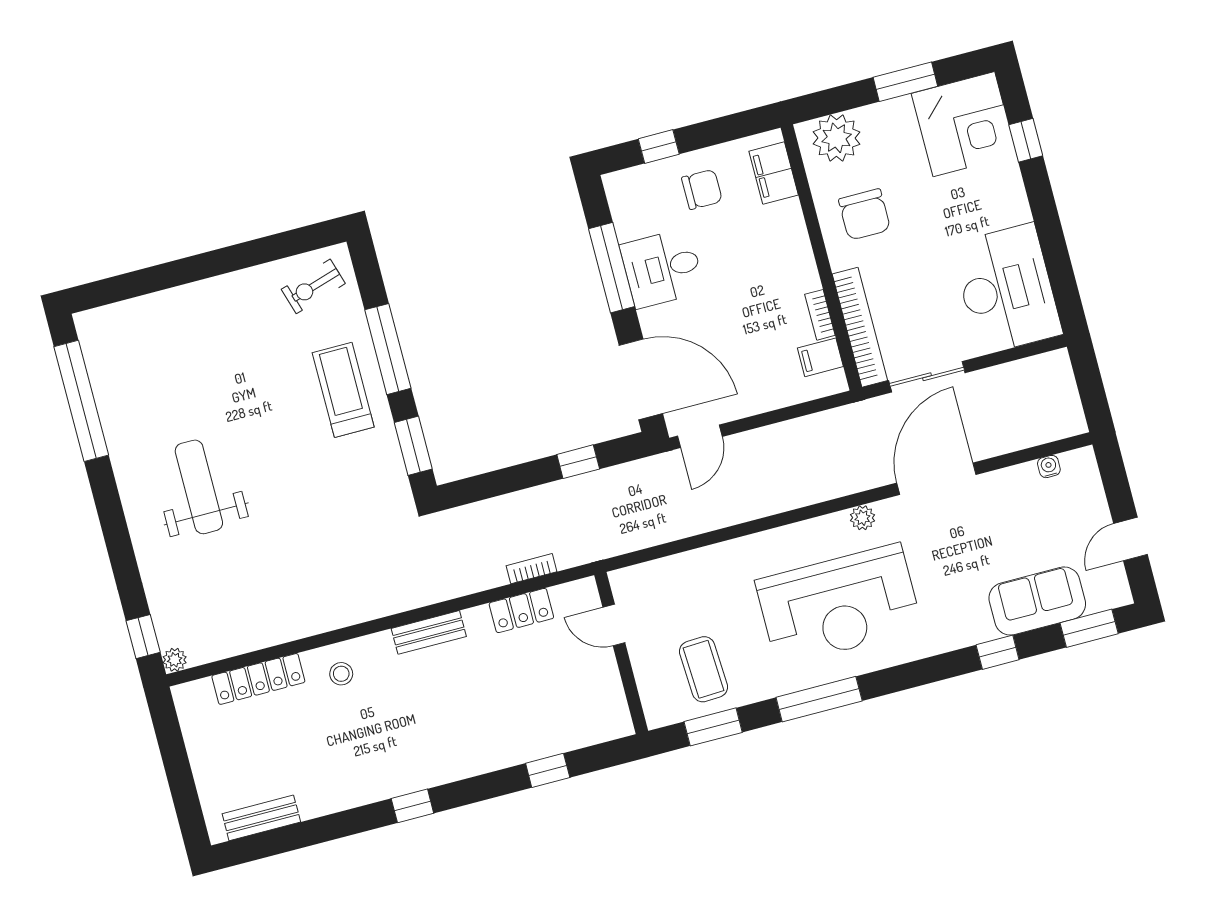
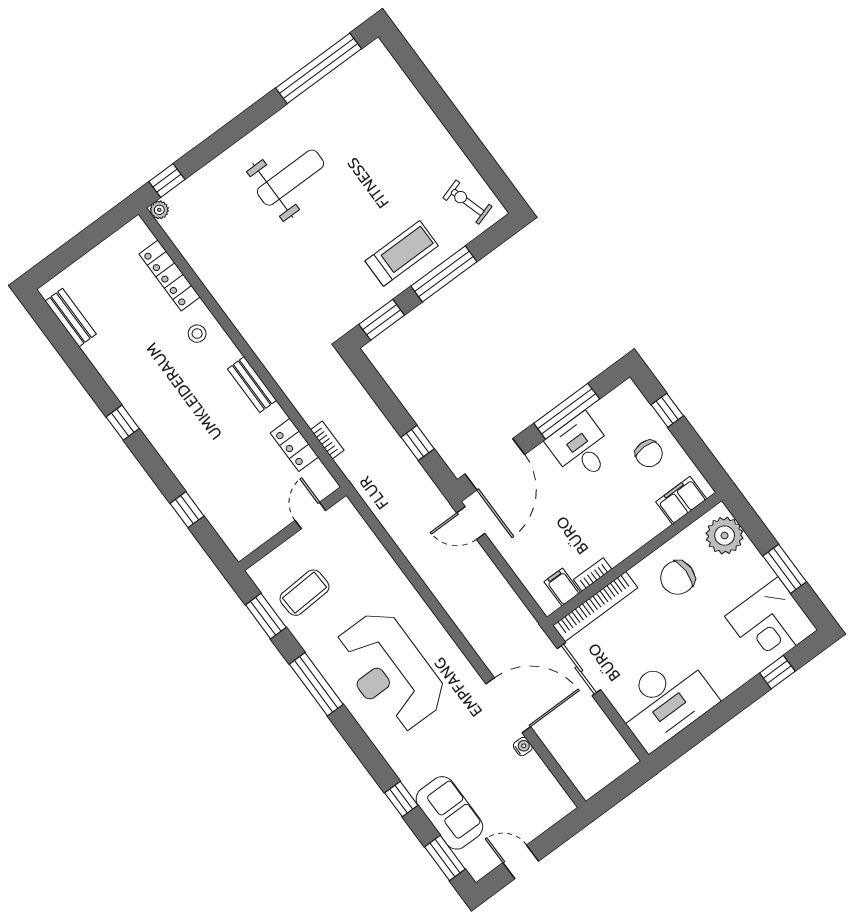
water cooler: (1049, 467) -> (523, 747), moved
plant: (862, 518) -> (459, 663), removed

